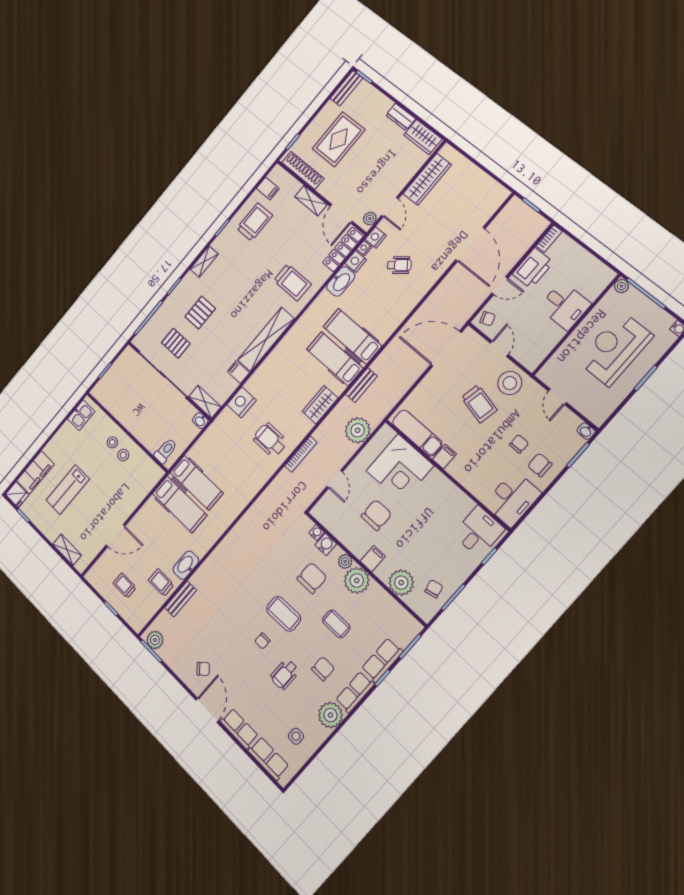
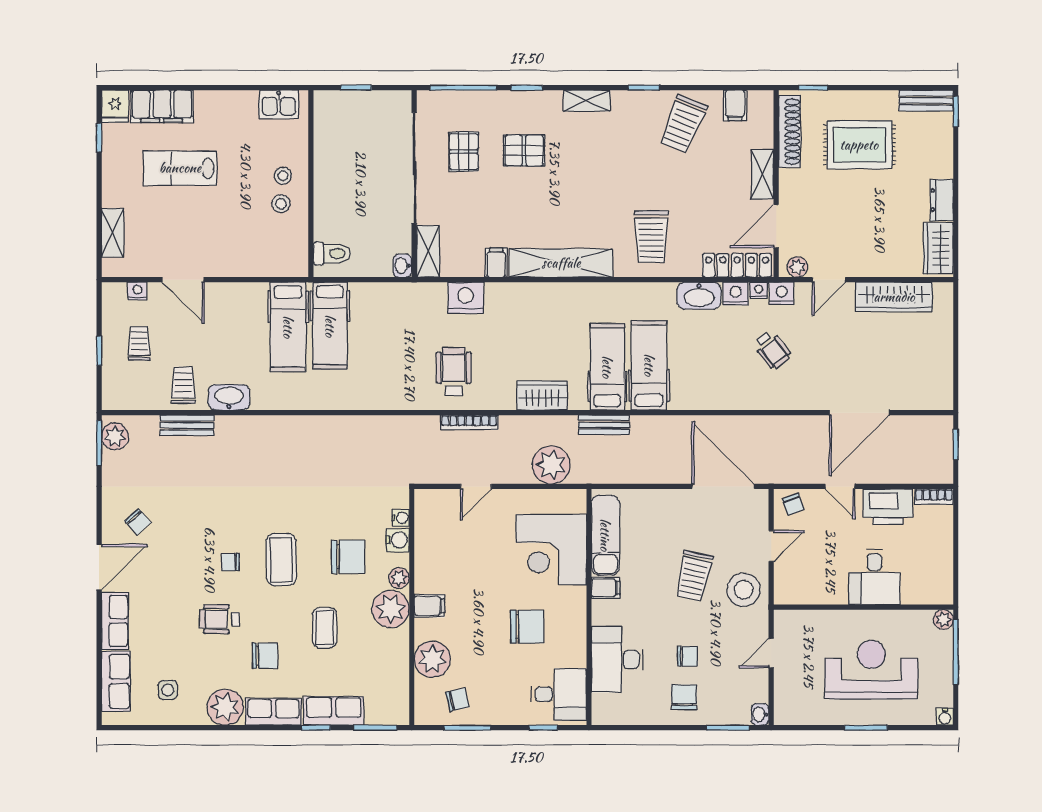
trolley: (255, 222) -> (683, 124), turned 112
desk: (512, 499) -> (617, 660), moved, turned 90
chair: (376, 515) -> (527, 627), moved
nightstand: (102, 563) -> (137, 291), added

